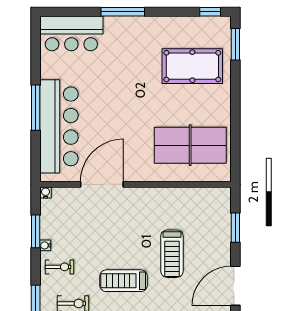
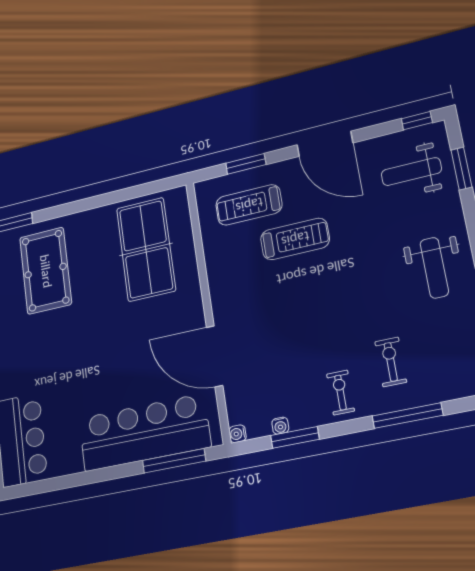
window: (36, 108) -> (174, 461), moved
water cooler: (45, 245) -> (280, 426), moved
treadmill: (124, 281) -> (249, 205), moved, turned 90

